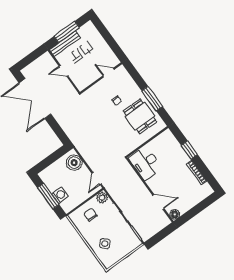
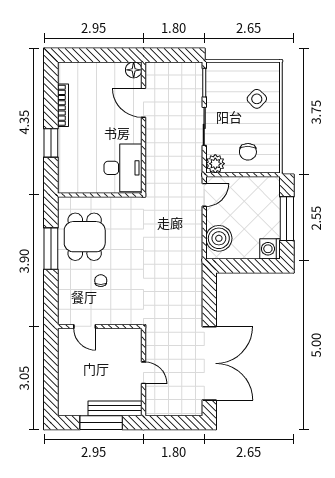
washing machine: (60, 195) -> (270, 249), moved

